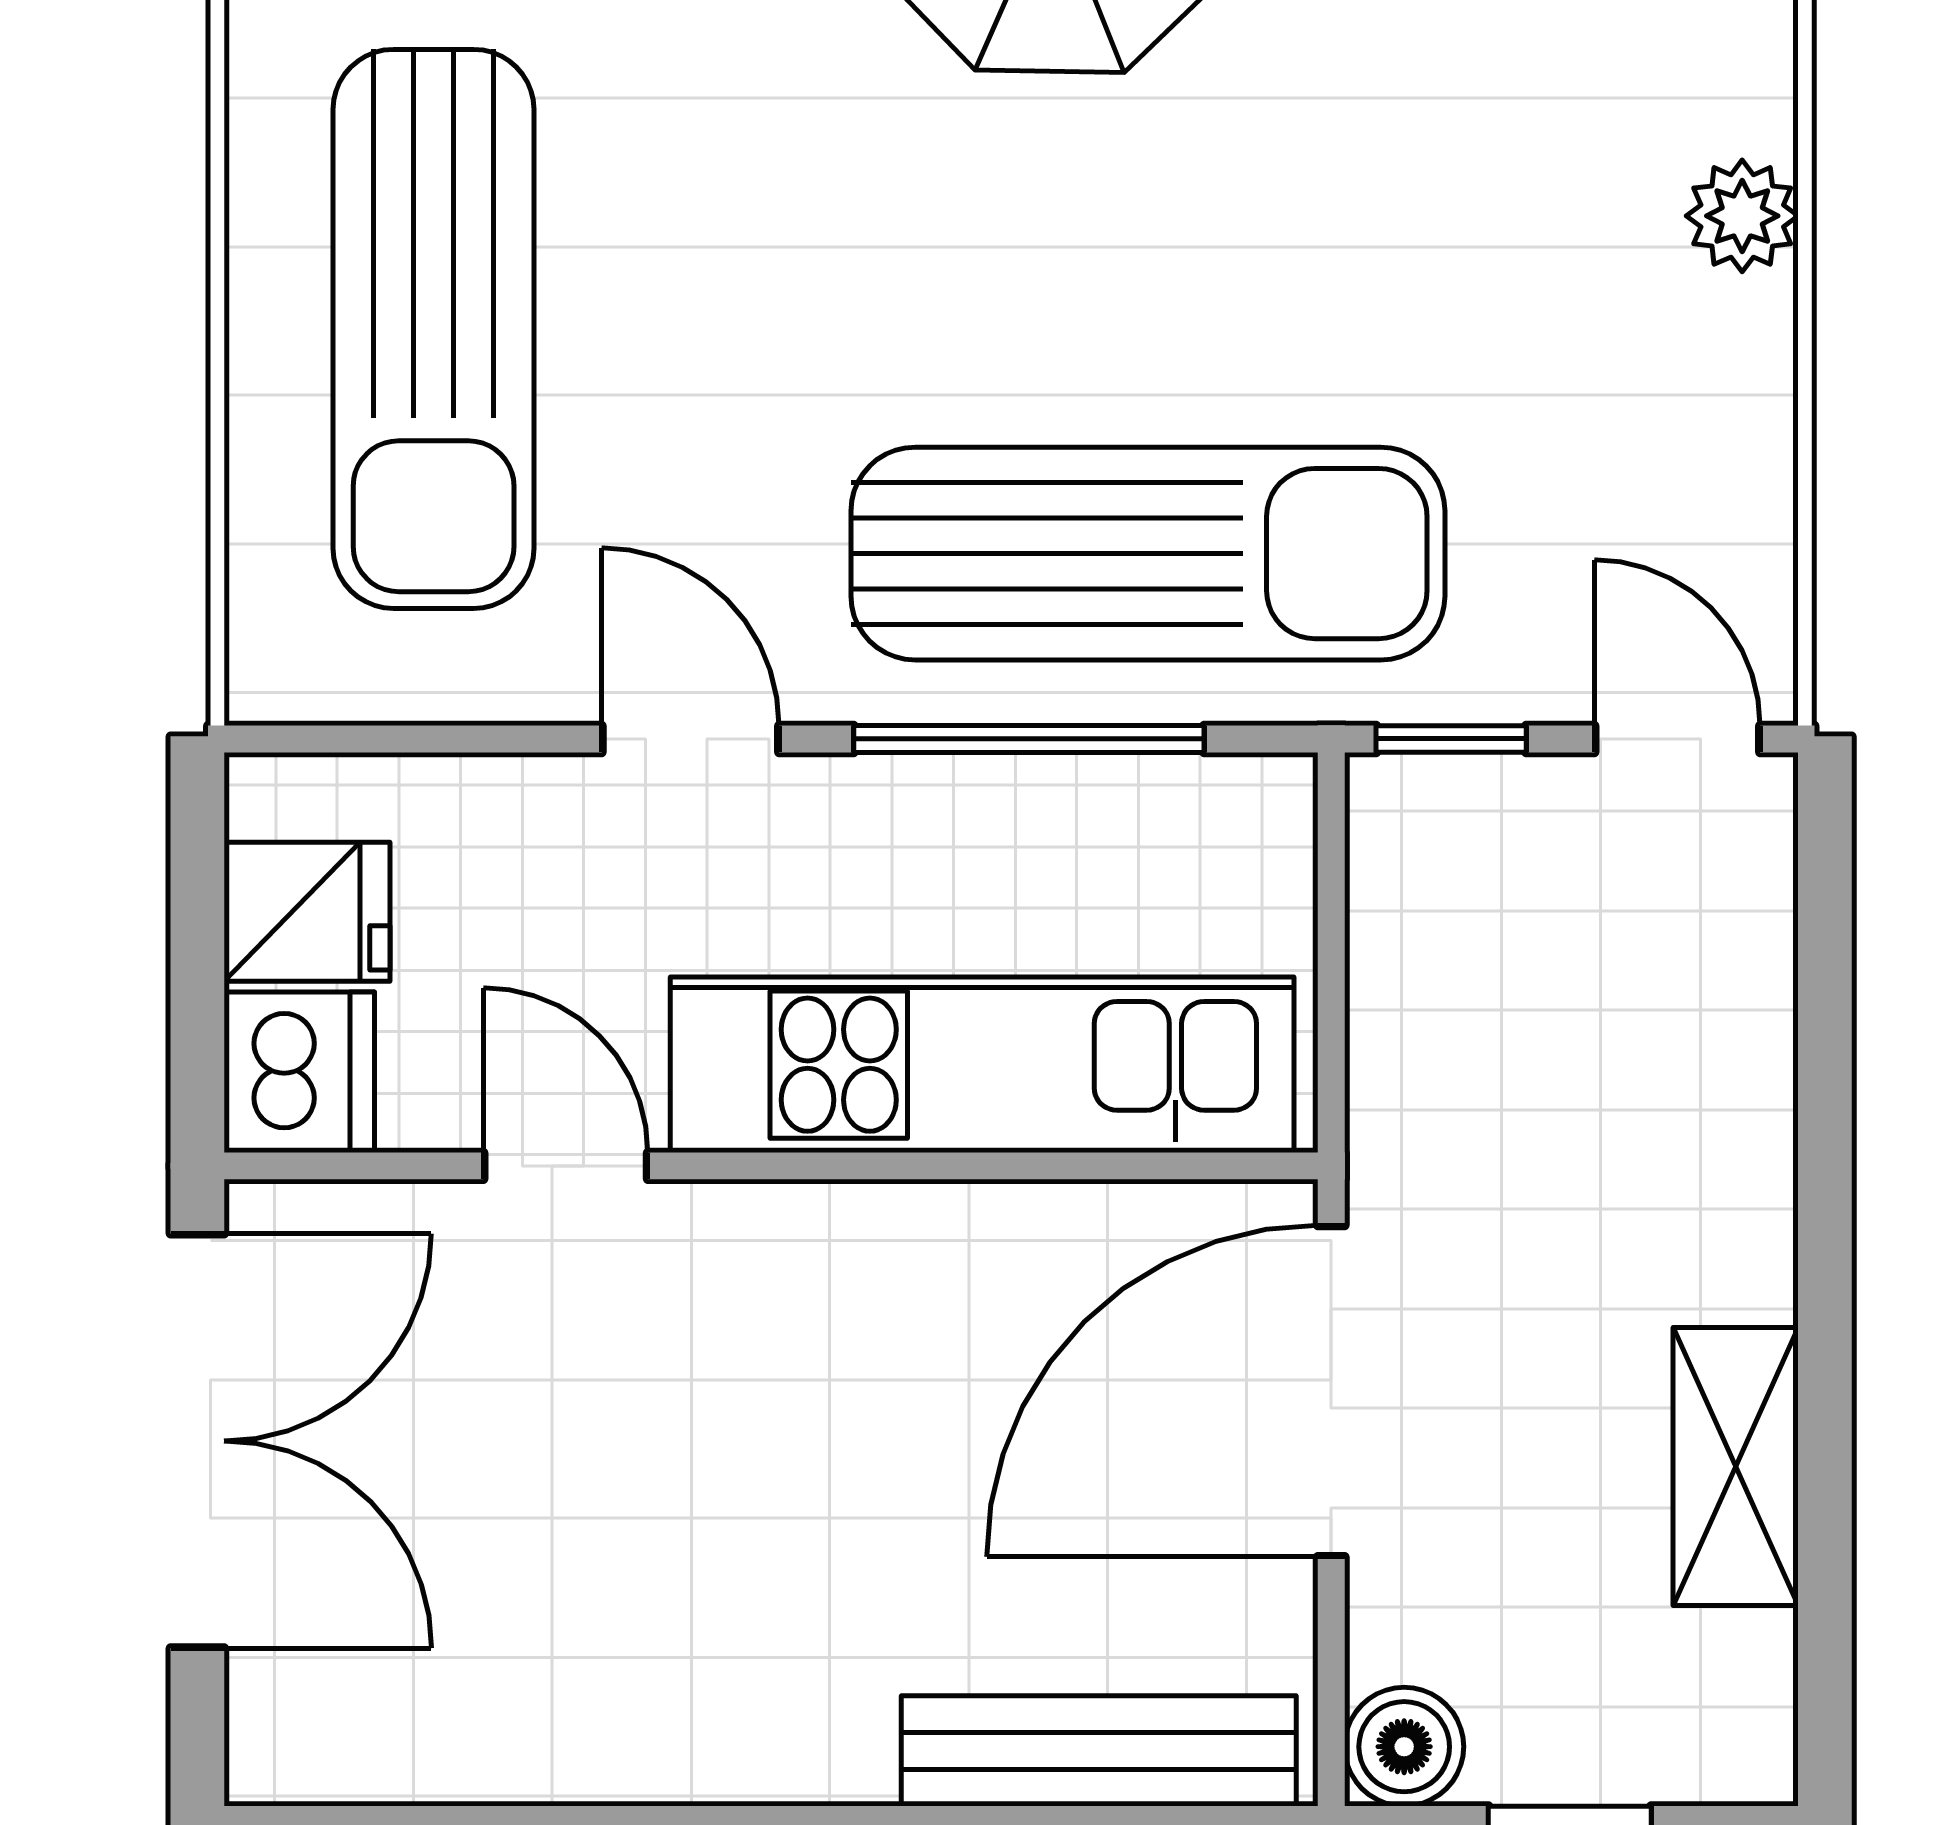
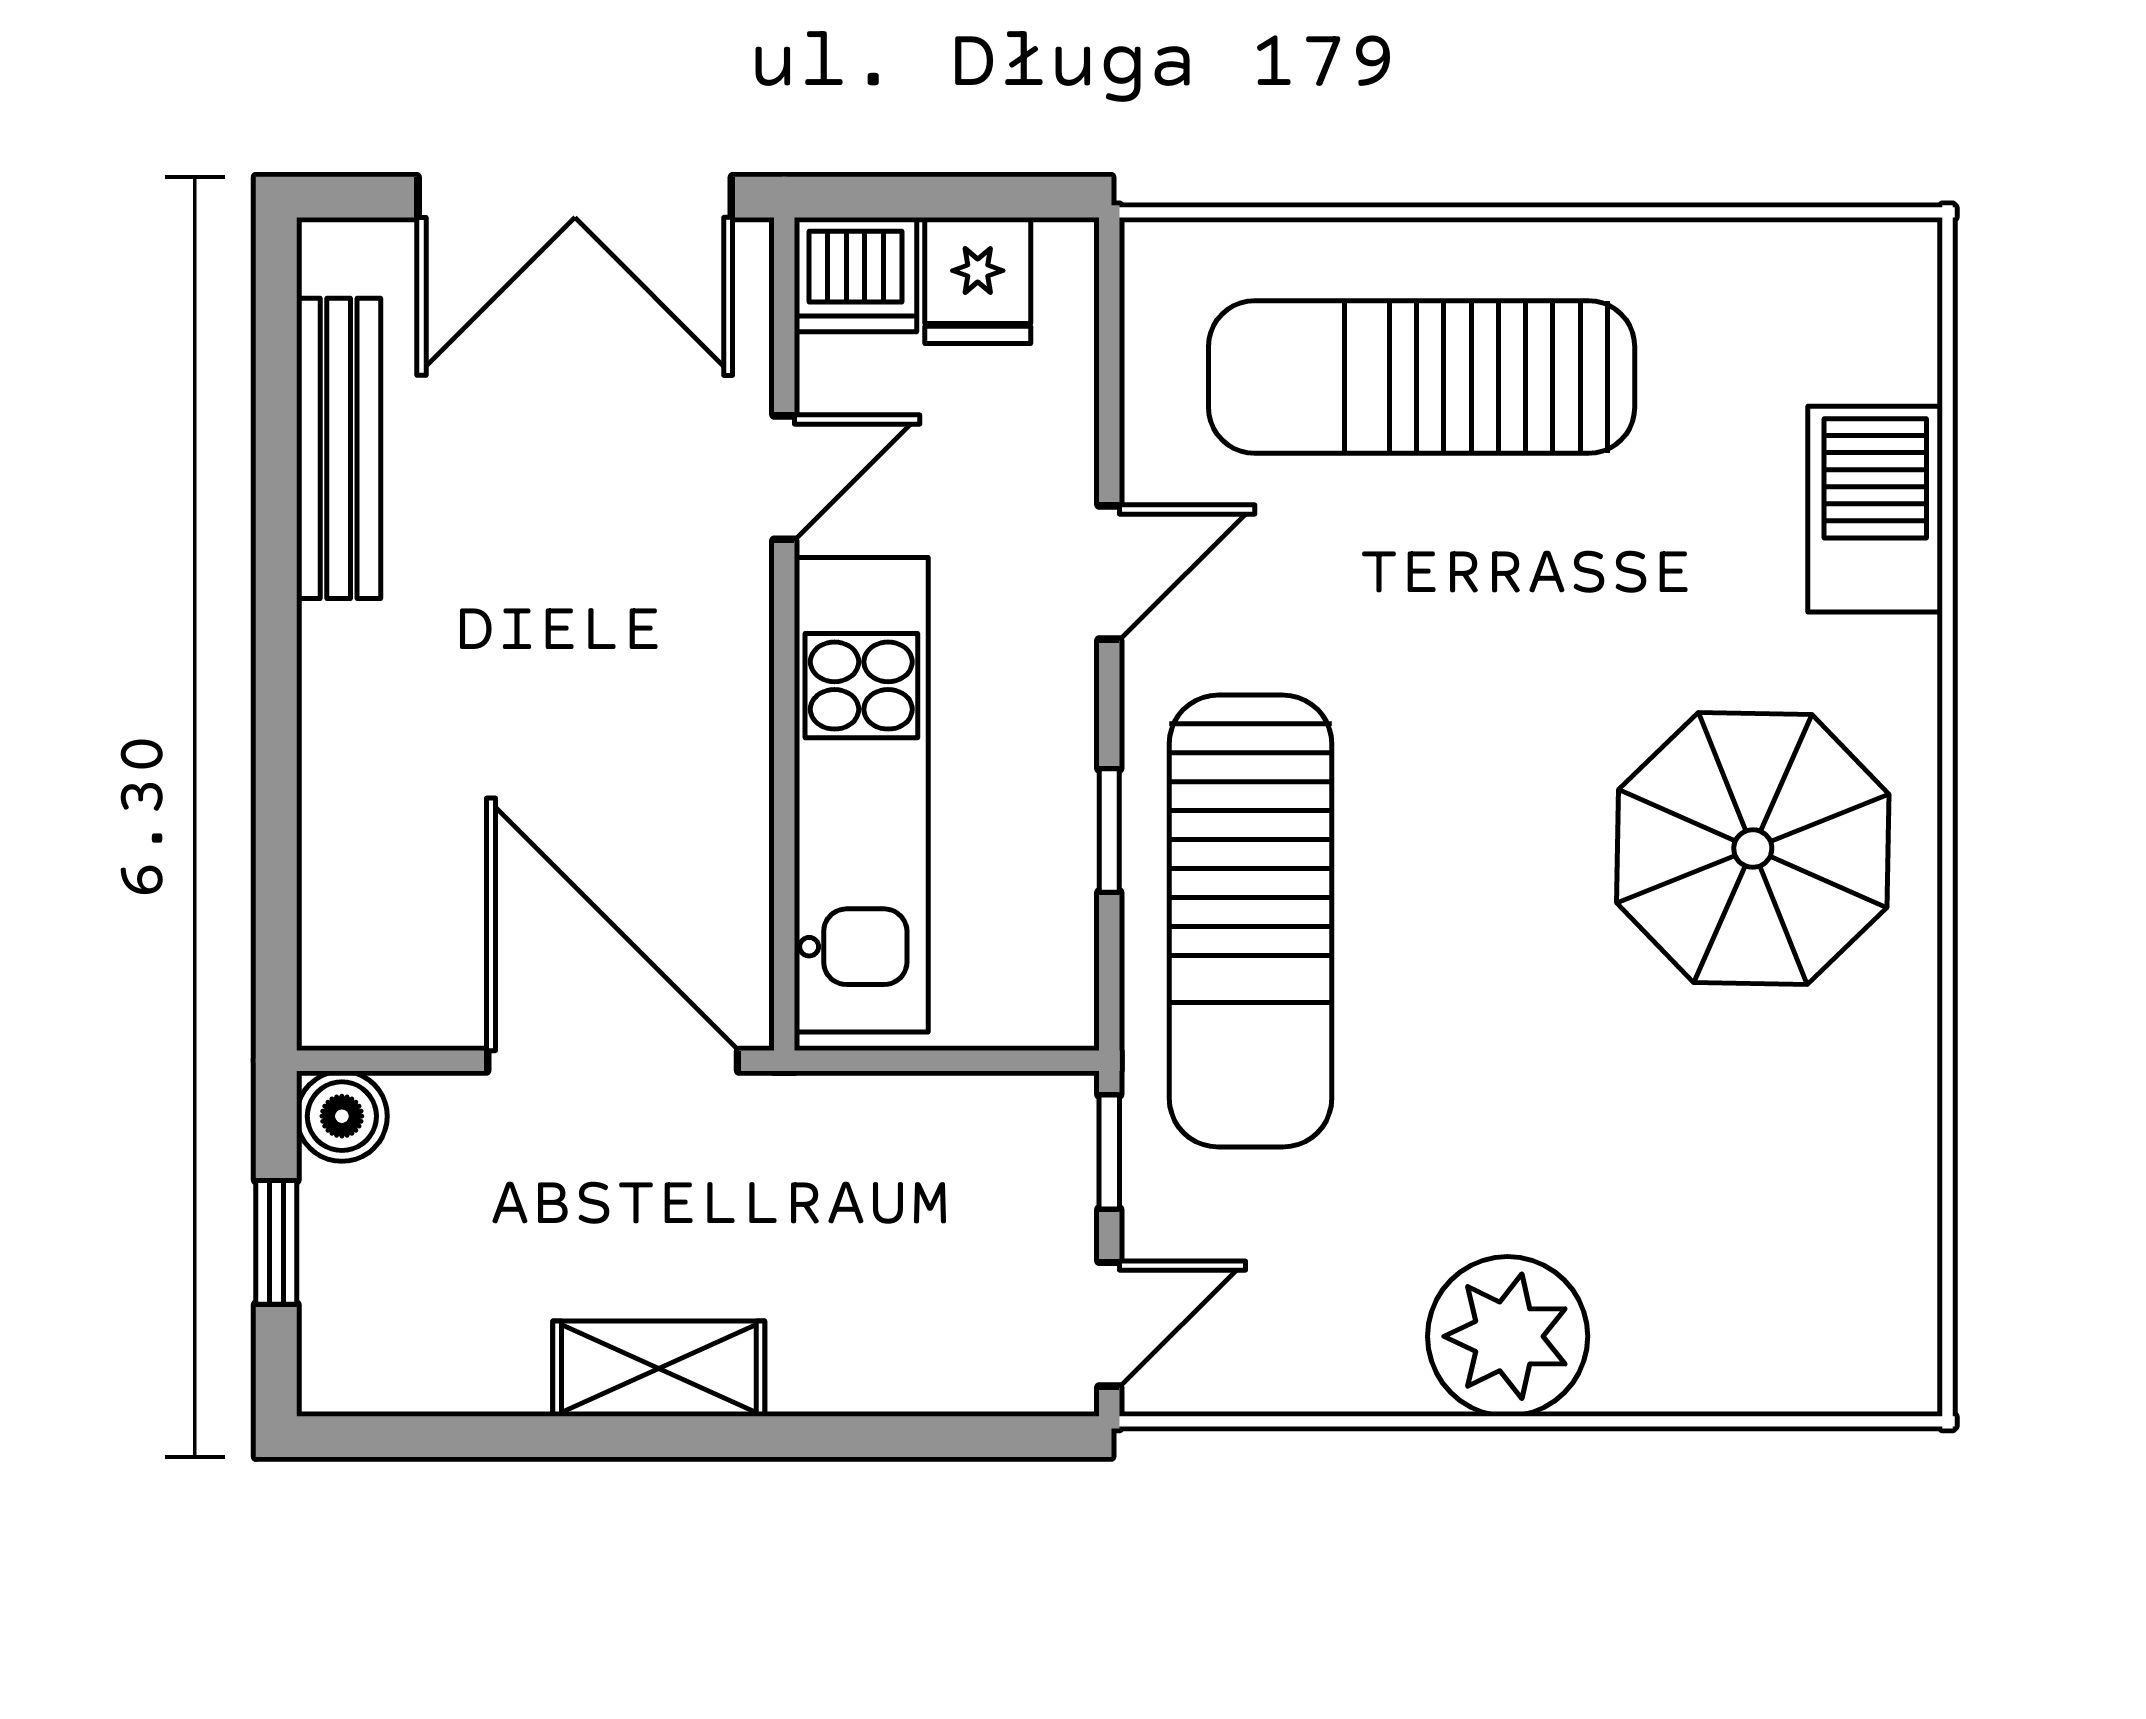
plant: (1742, 216) -> (1508, 1336), width x1.87, depth x1.87
window: (1029, 739) -> (1109, 830), width x0.46
shelving: (1736, 1466) -> (659, 1369), moved
bench: (1099, 1751) -> (339, 448), moved

